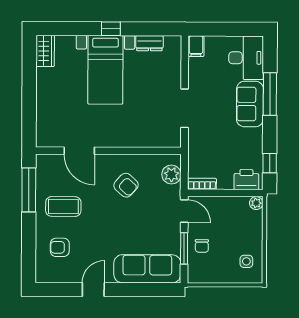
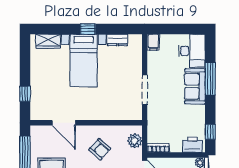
wardrobe: (45, 51) -> (48, 41), moved, turned 90
window: (29, 113) -> (25, 94), added

